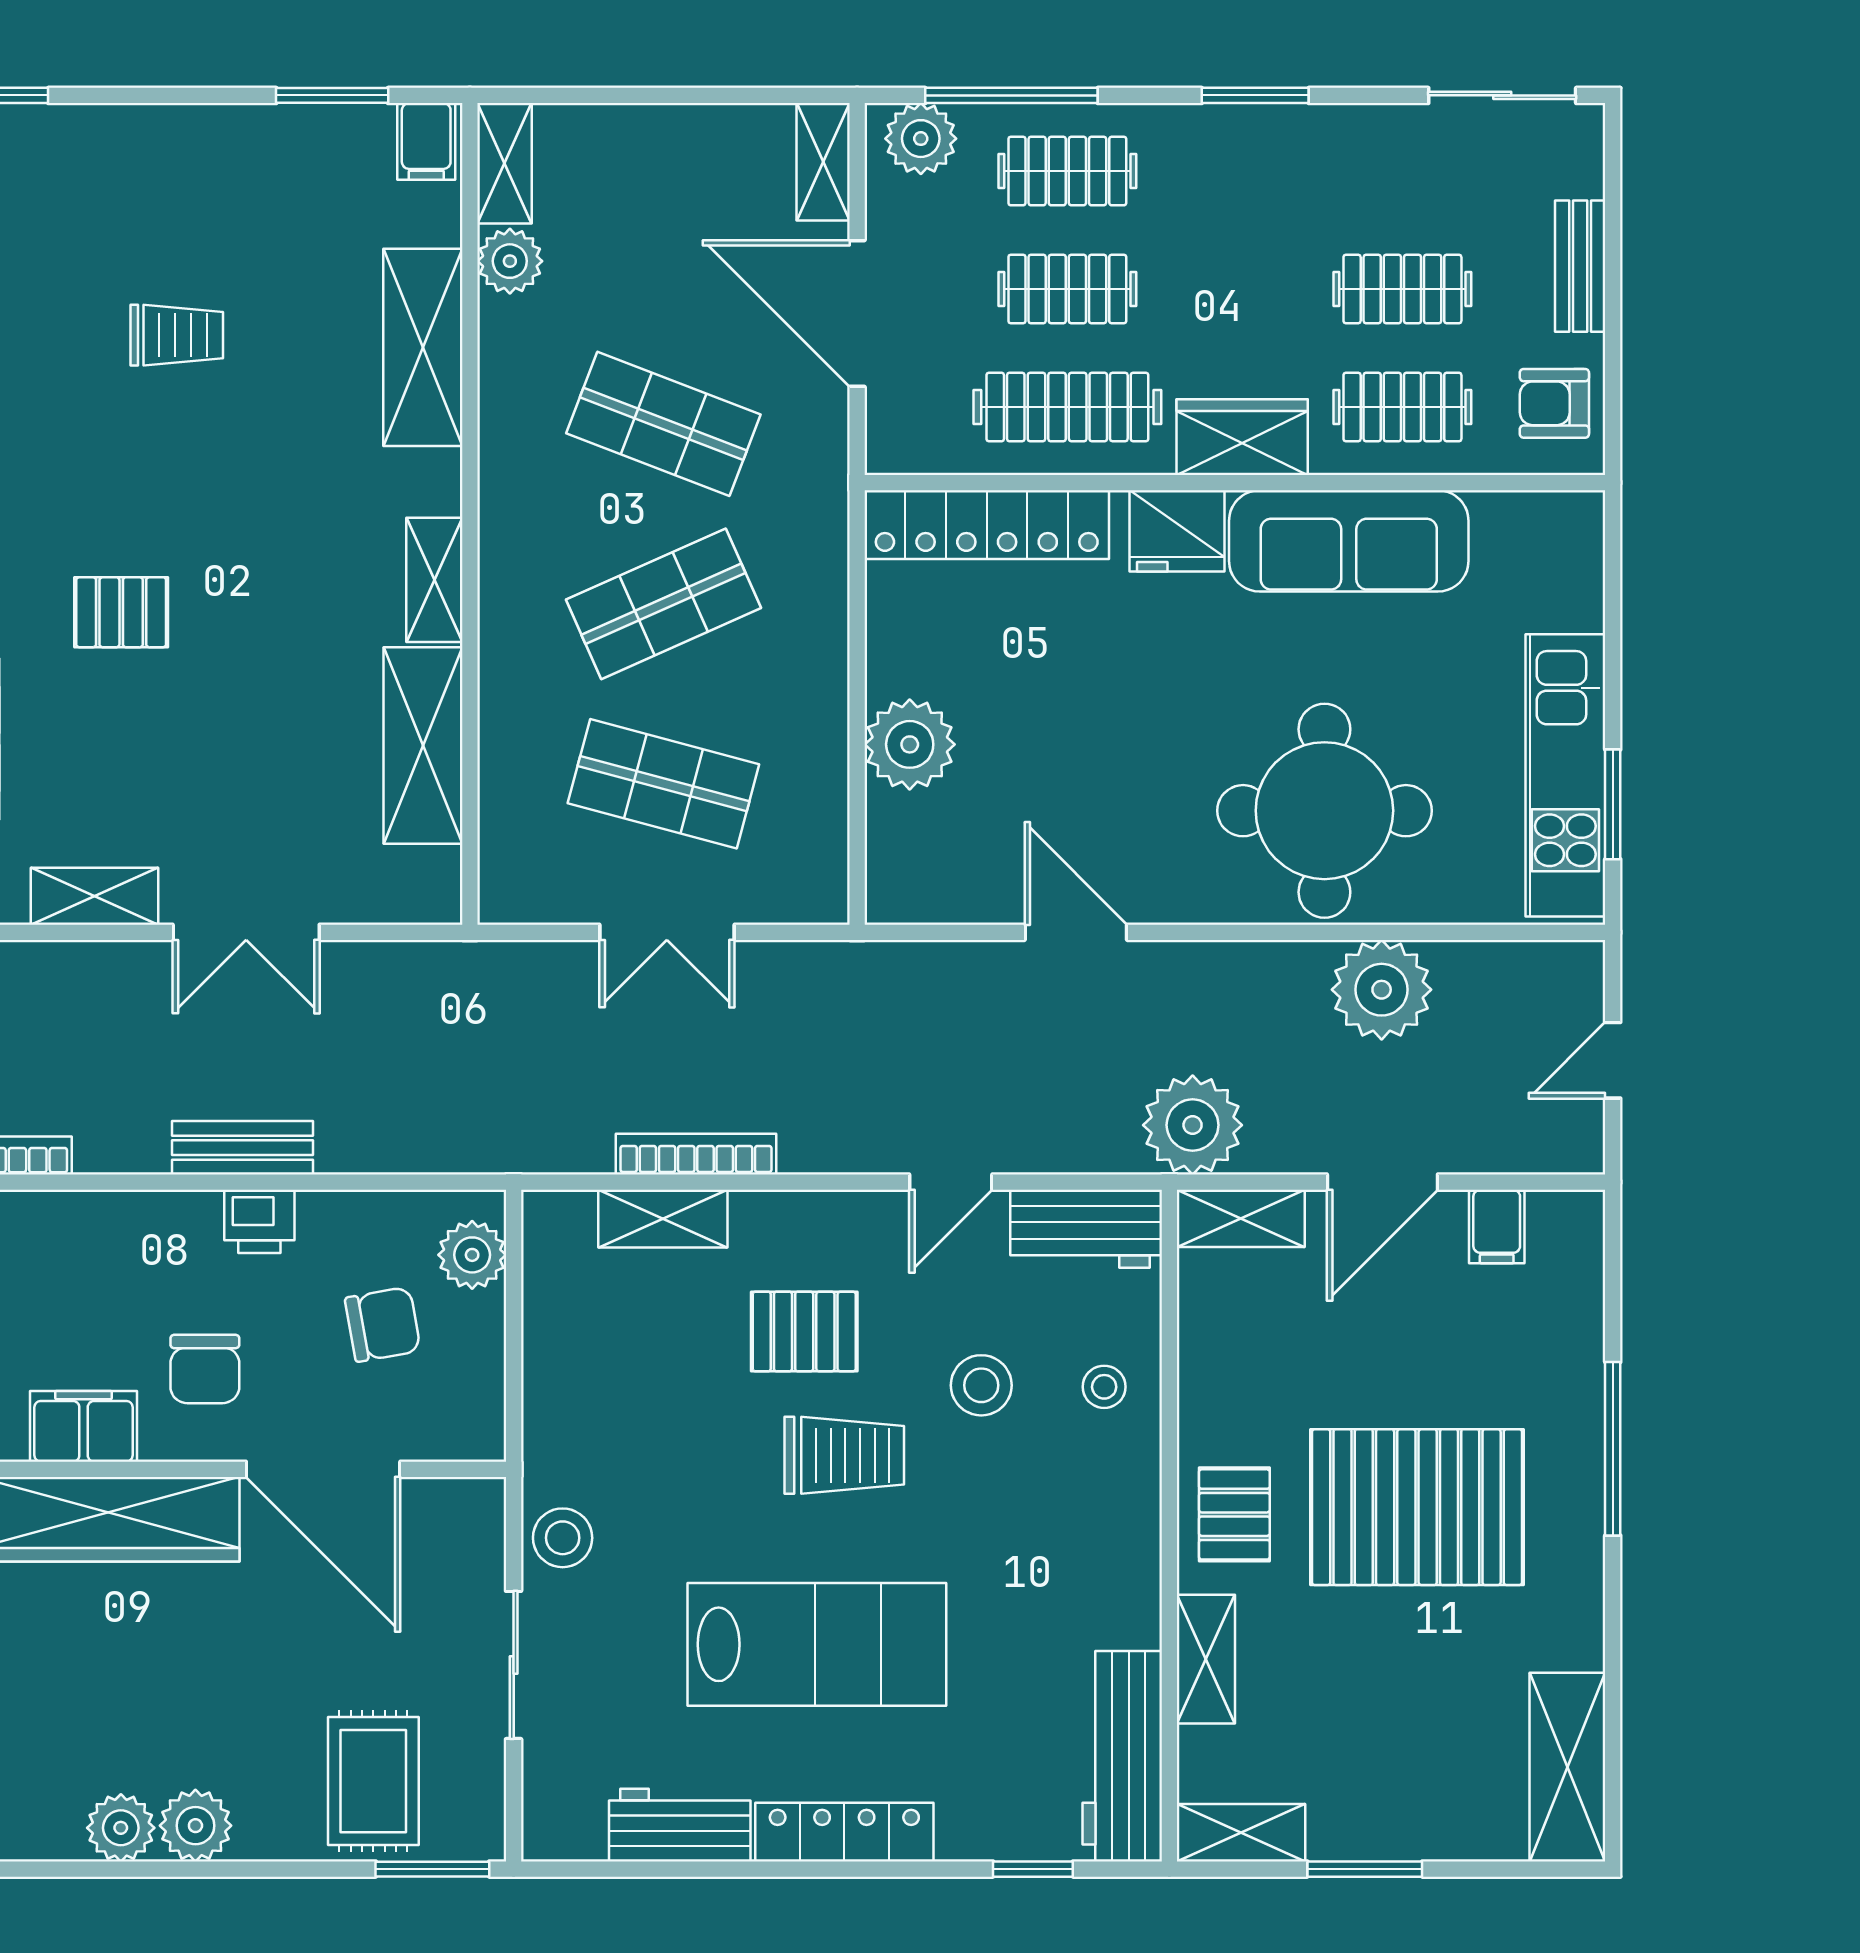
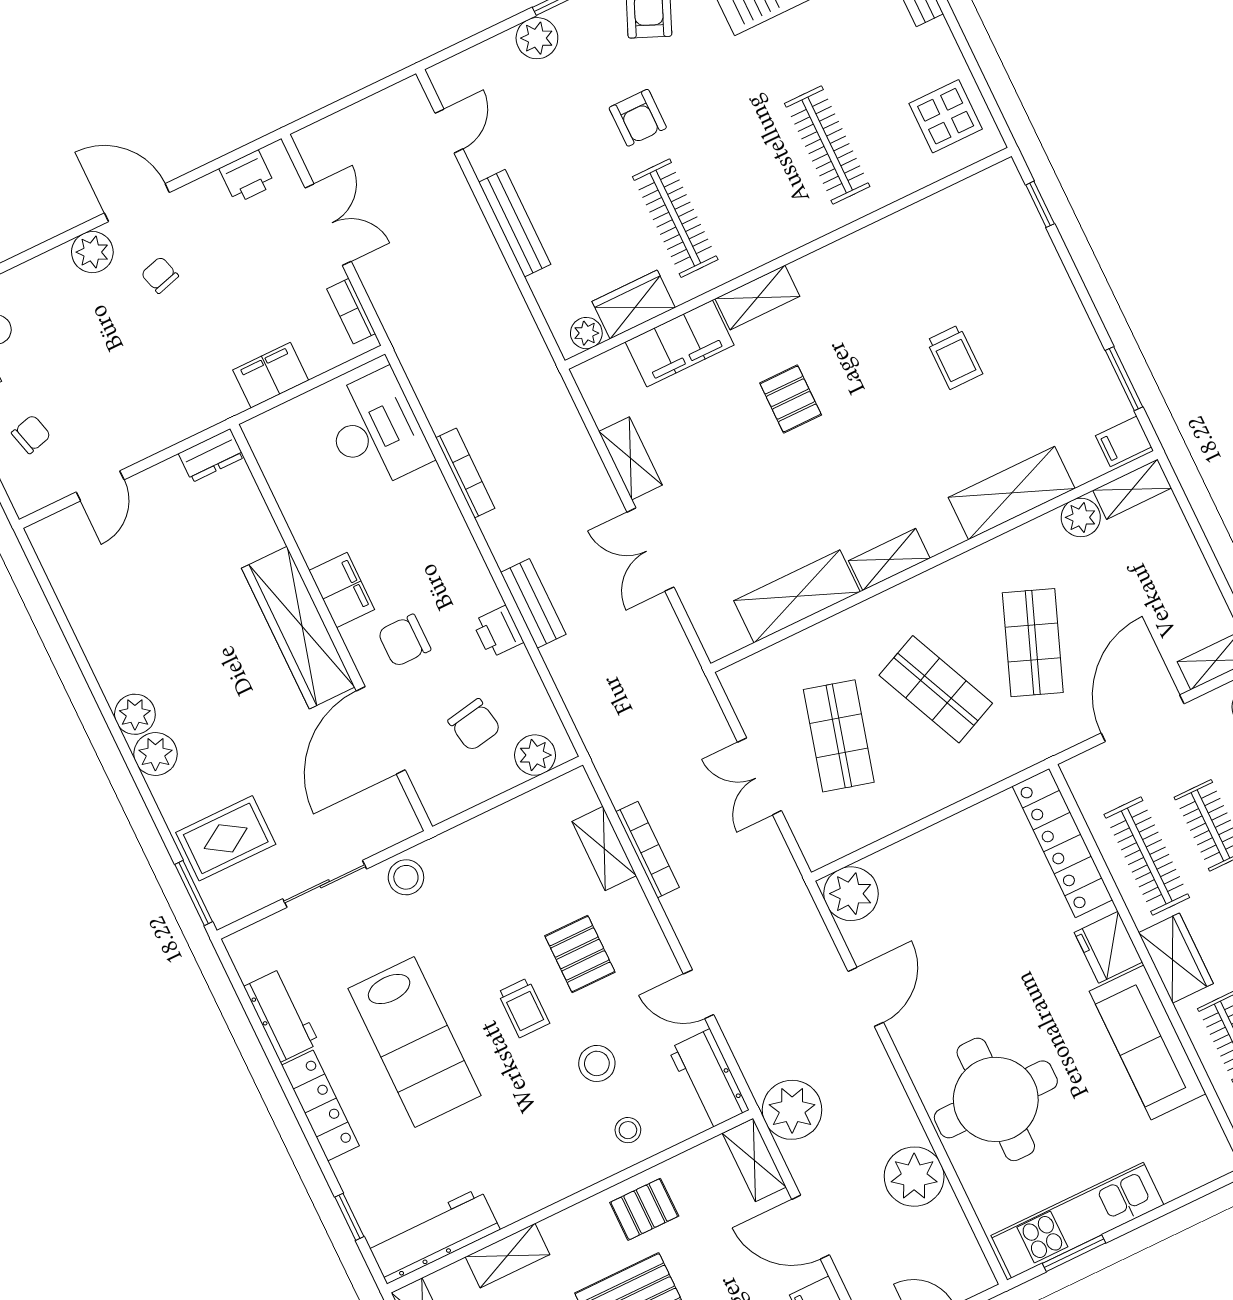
plant: (910, 744) -> (851, 894), moved
trolley: (844, 1455) -> (524, 1008), width x0.73, depth x0.72
pallet: (1234, 1514) -> (644, 1209), moved

